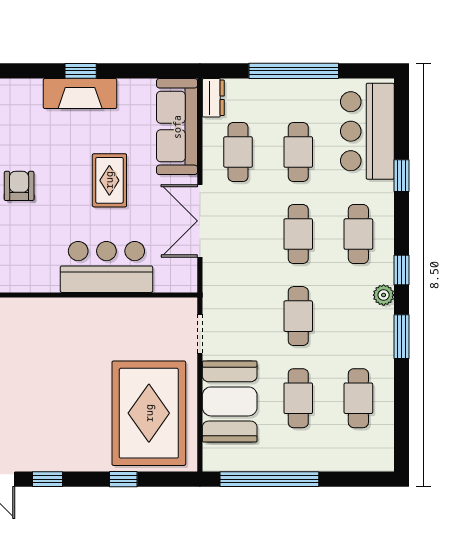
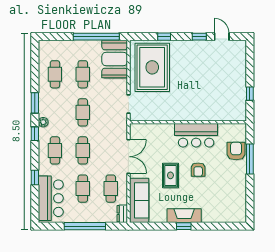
armchair: (19, 186) -> (198, 170), moved
bar counter: (106, 267) -> (196, 135), moved
booth: (230, 401) -> (115, 59), moved

